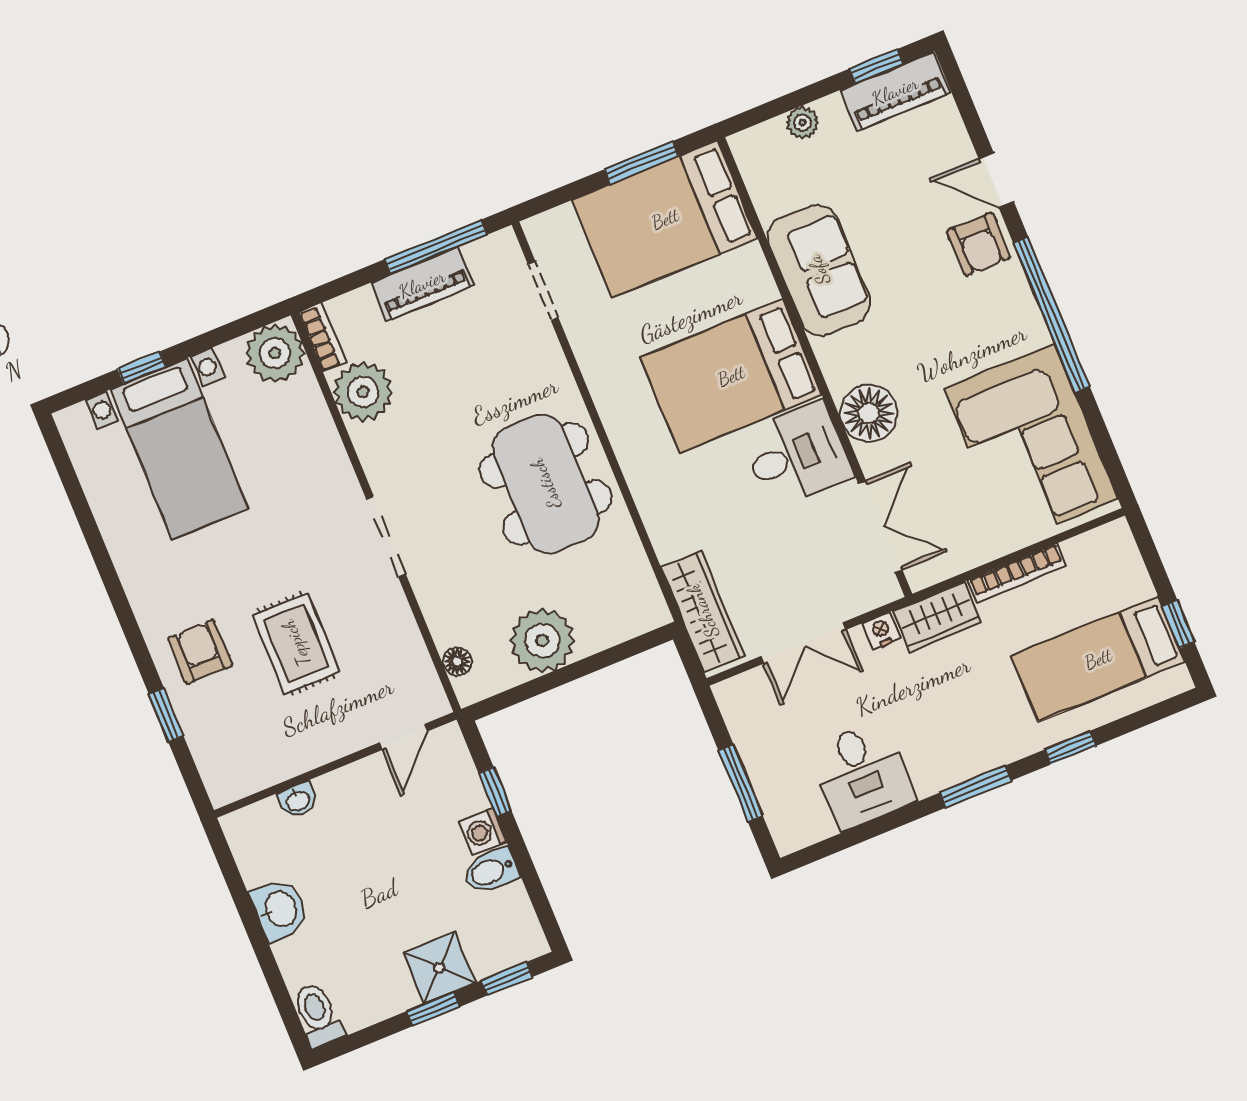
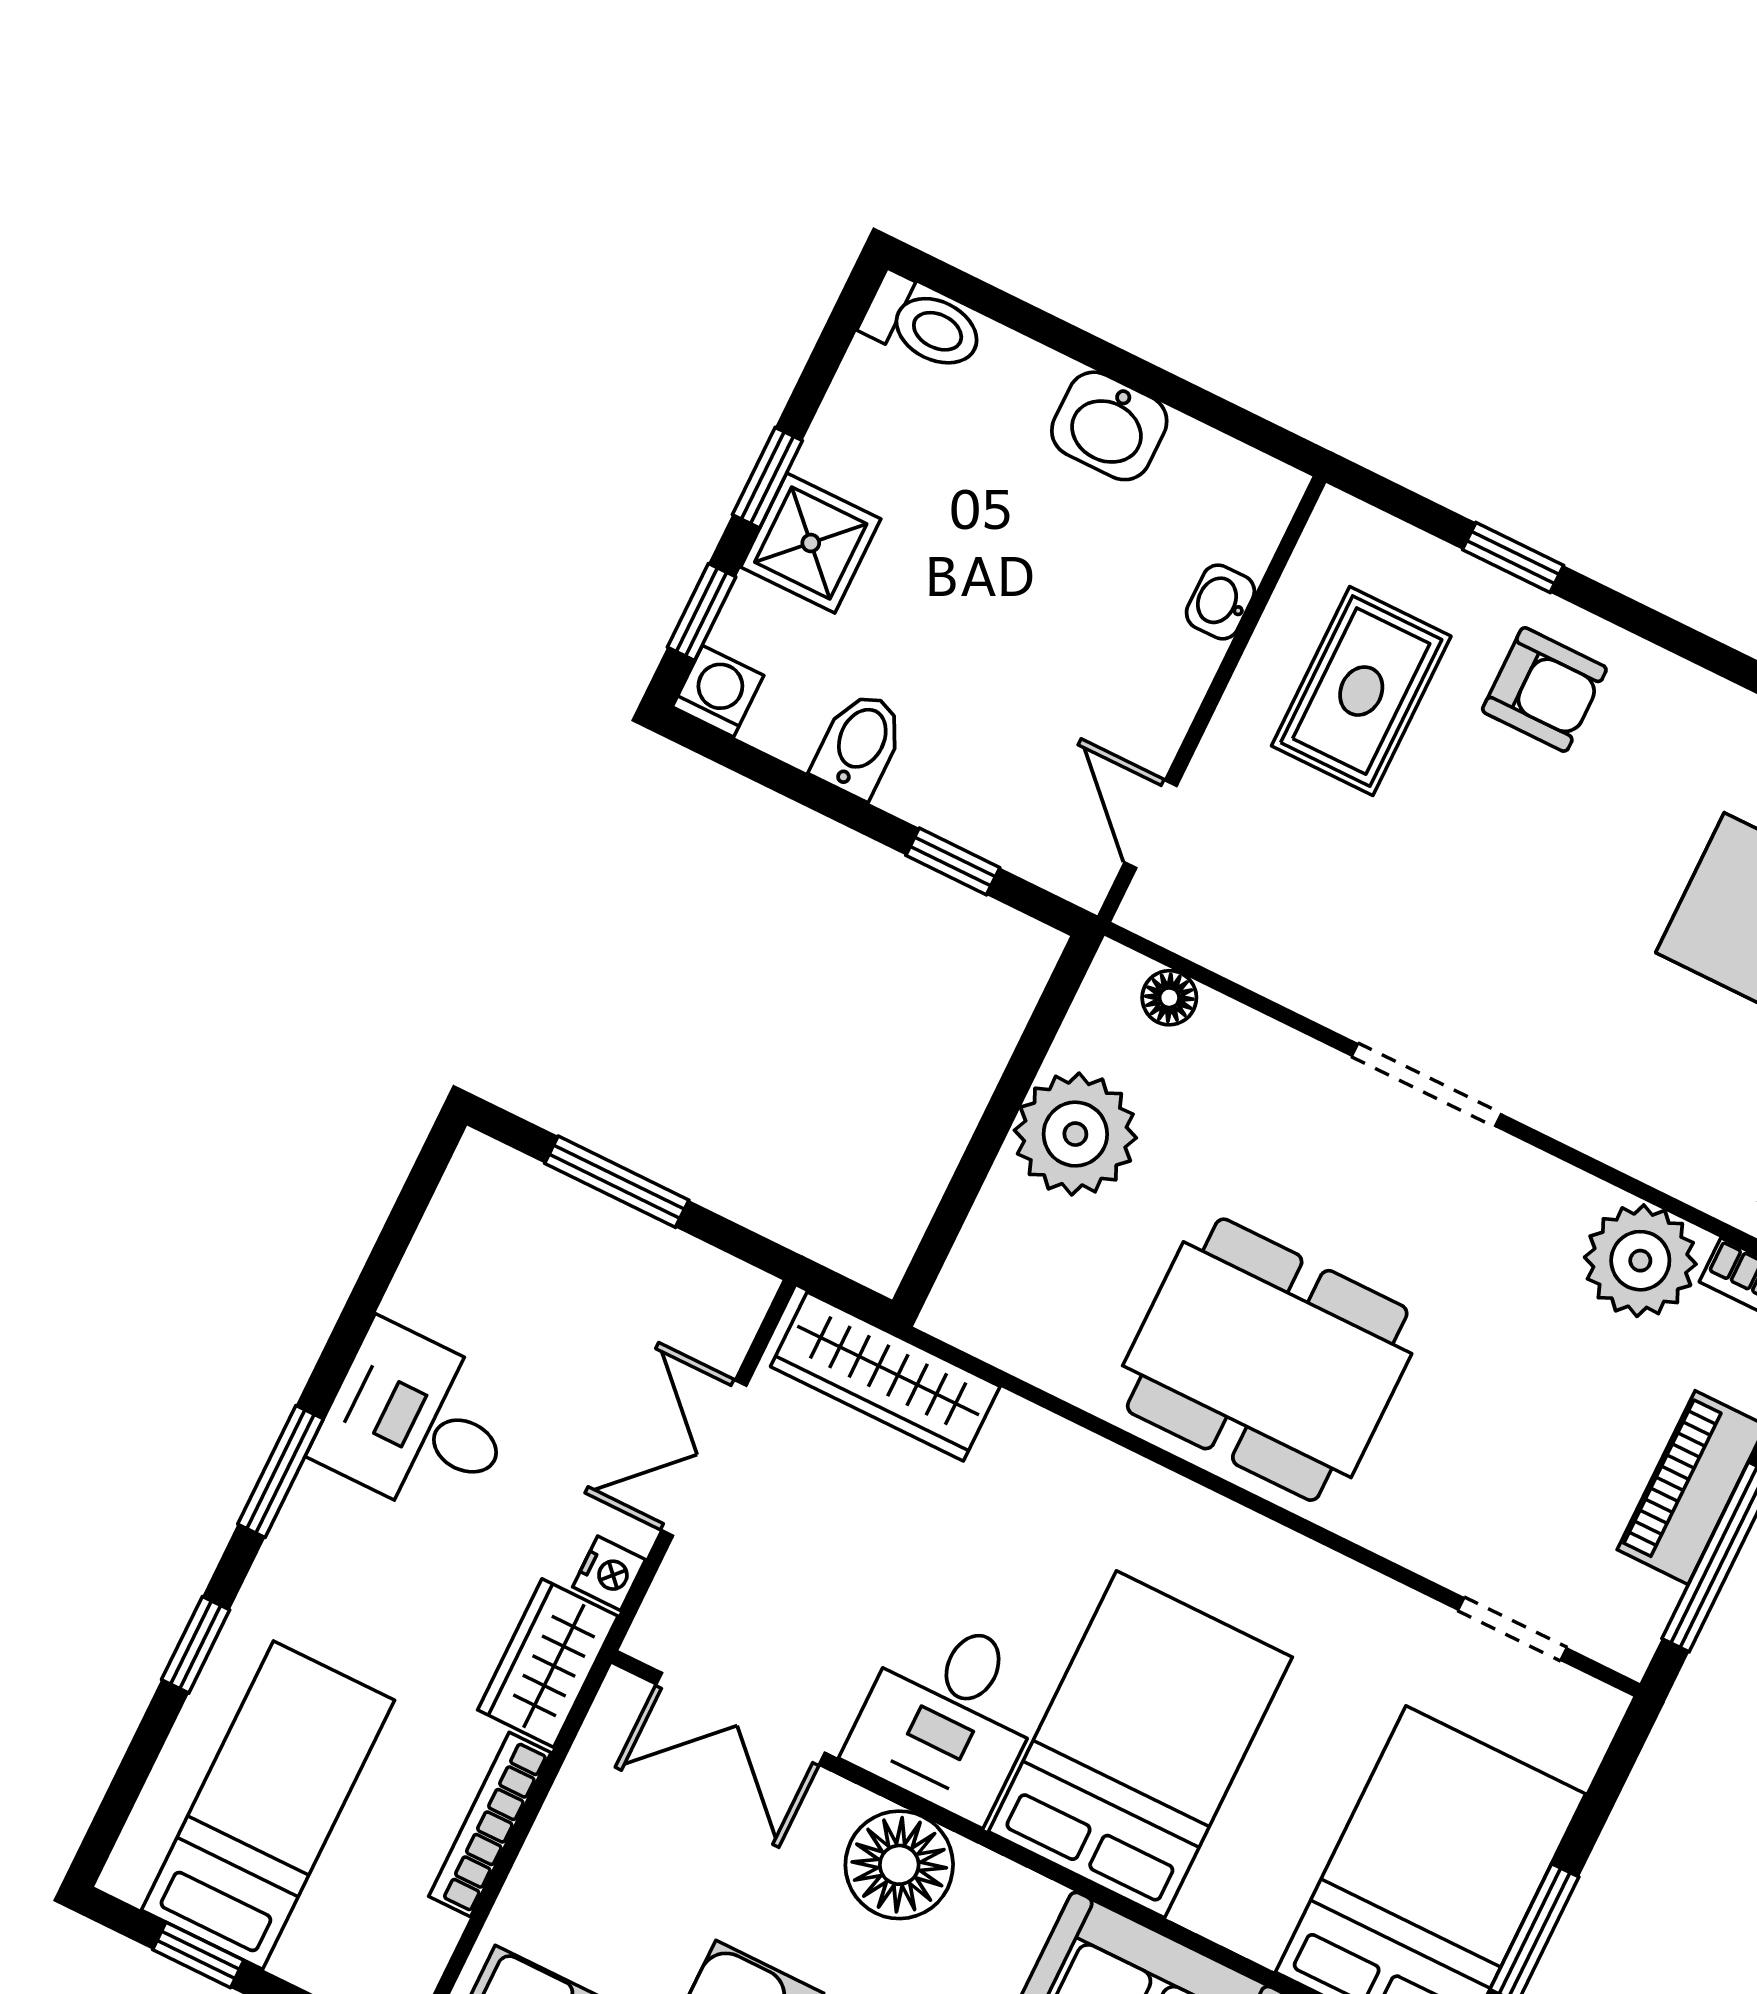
rug: (296, 643) -> (1361, 691), moved, turned 90
desk: (862, 775) -> (417, 1423), moved
washing machine: (483, 832) -> (718, 691), moved

